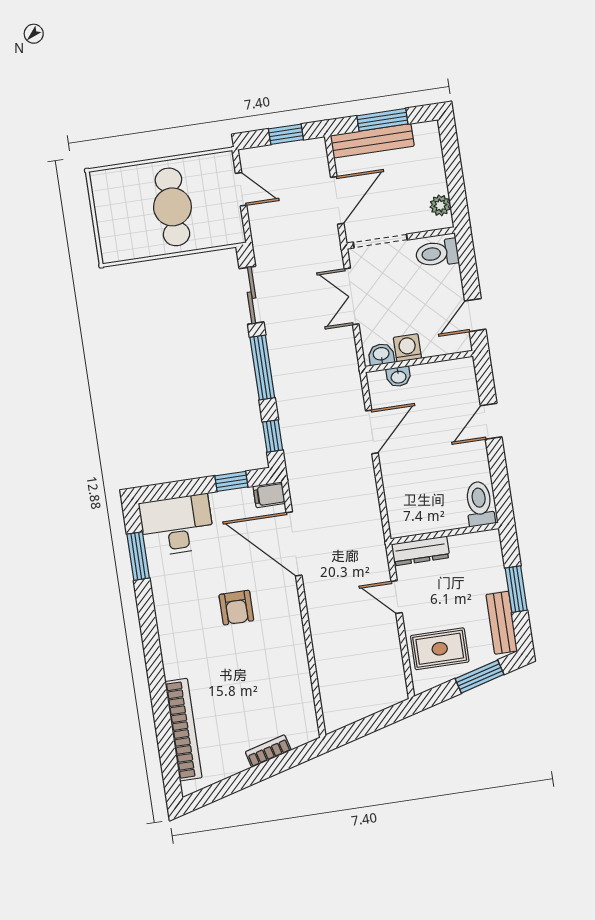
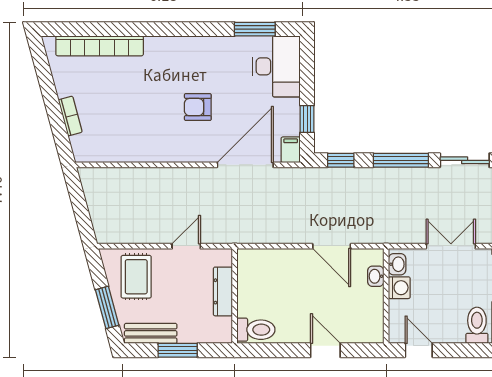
dresser: (421, 551) -> (223, 291), moved

